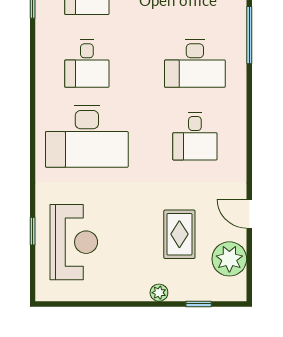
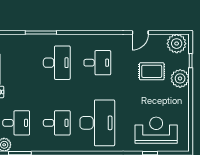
plant: (229, 259) -> (177, 44), moved
plant: (159, 293) -> (180, 78), width x1.87, depth x1.87

